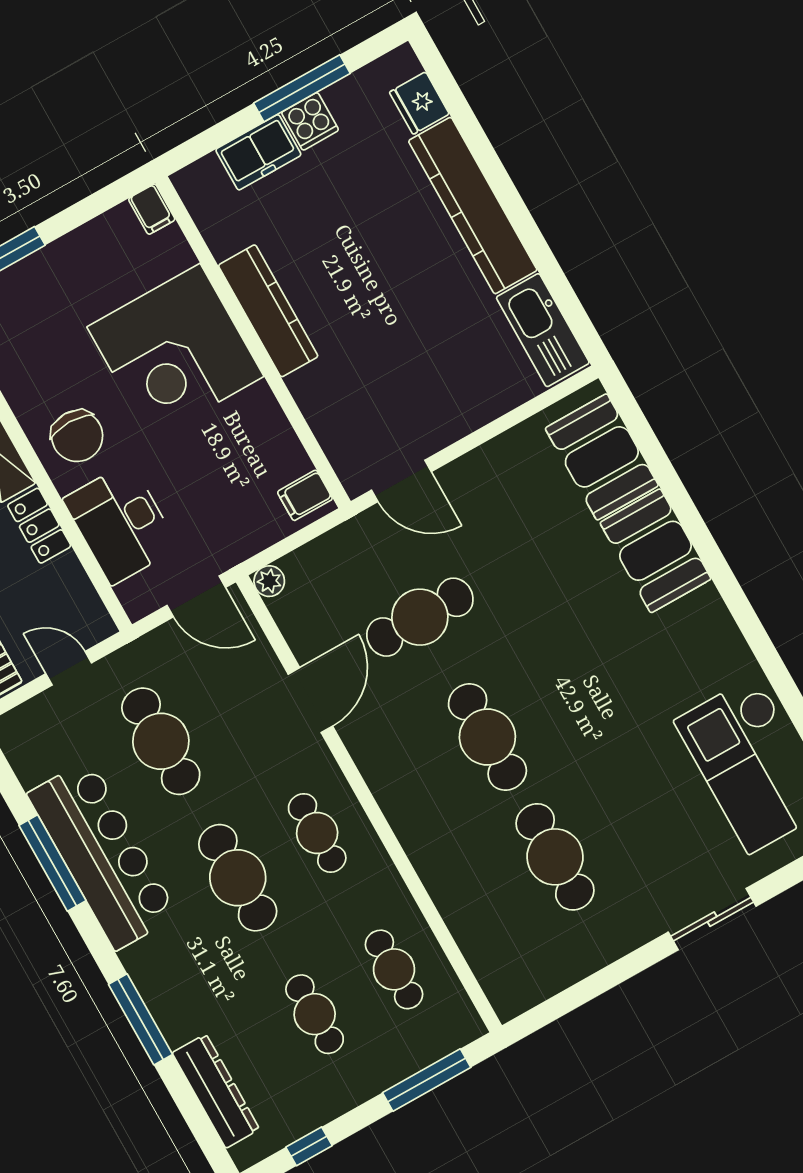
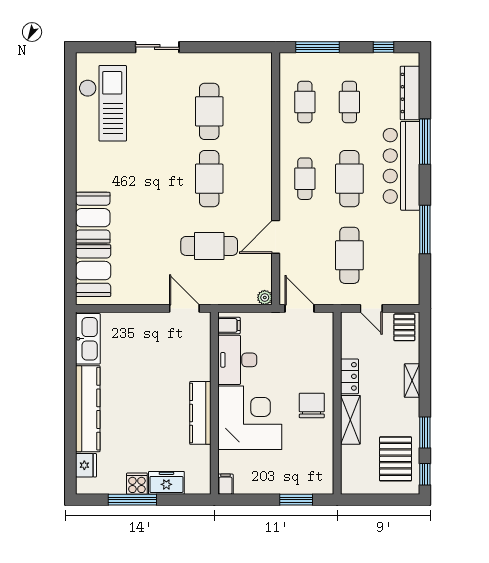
desk: (121, 524) -> (237, 360), moved, turned 180
bar counter: (103, 855) -> (401, 166), moved

